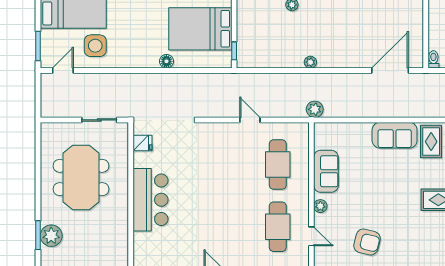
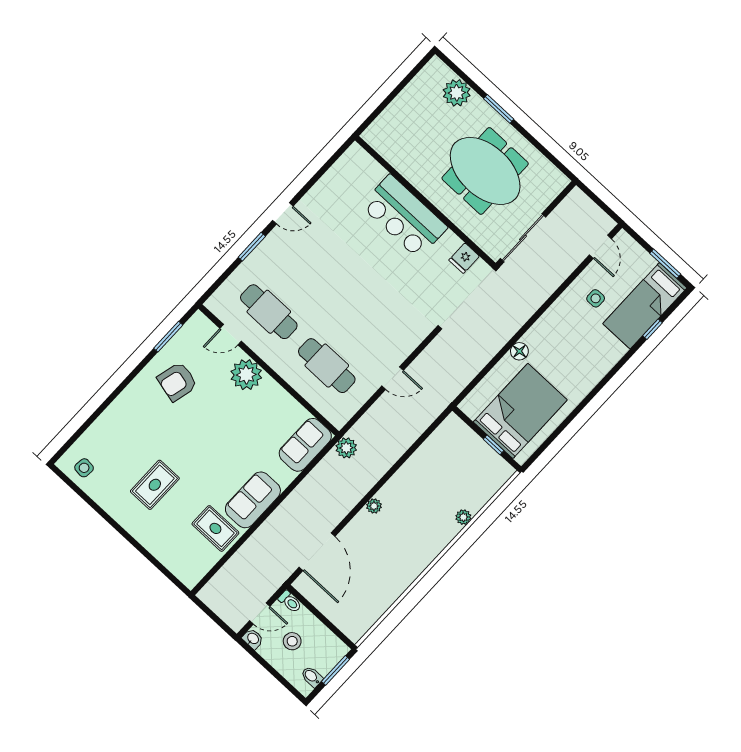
window: (38, 46) -> (665, 264), moved
side table: (95, 46) -> (596, 298), width x0.54, depth x0.54
window: (234, 51) -> (494, 445), moved
plant: (310, 62) -> (374, 506), moved
sliding door: (99, 120) -> (523, 238), width x1.37
sofa: (326, 171) -> (305, 445), moved, turned 90
plant: (320, 206) -> (246, 375), width x1.88, depth x1.88
window: (38, 235) -> (499, 109), moved

